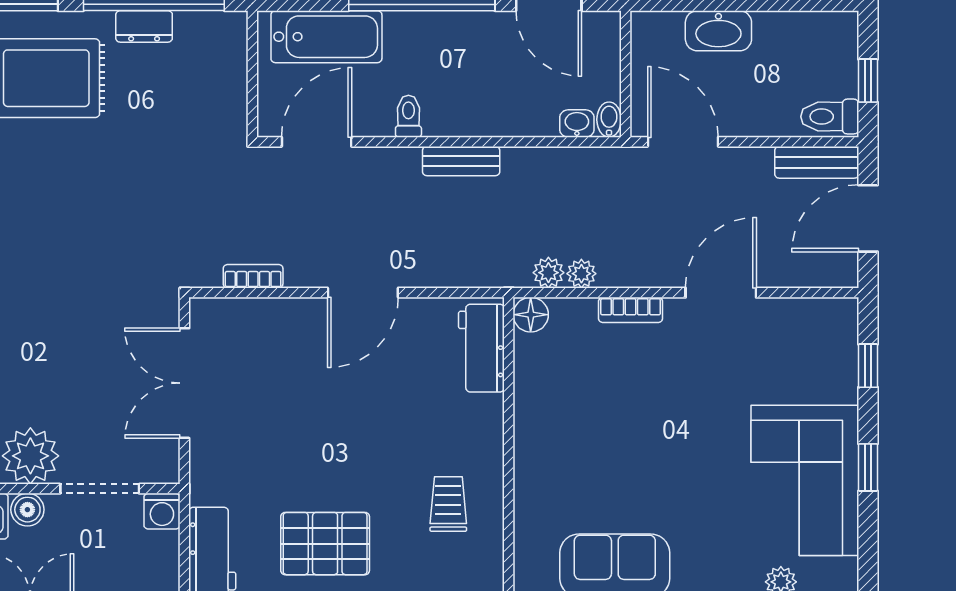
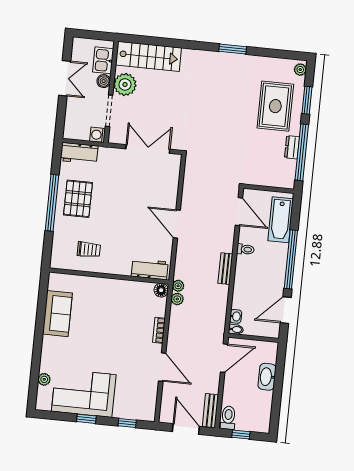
plant: (581, 274) -> (178, 286), moved
bookcase: (253, 276) -> (188, 181), removed

